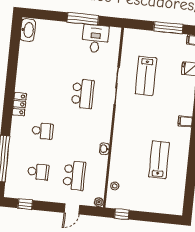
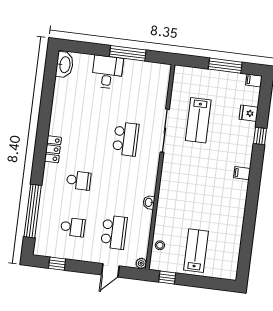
desk: (95, 39) -> (107, 72), moved
lab bench: (159, 160) -> (196, 251), moved

